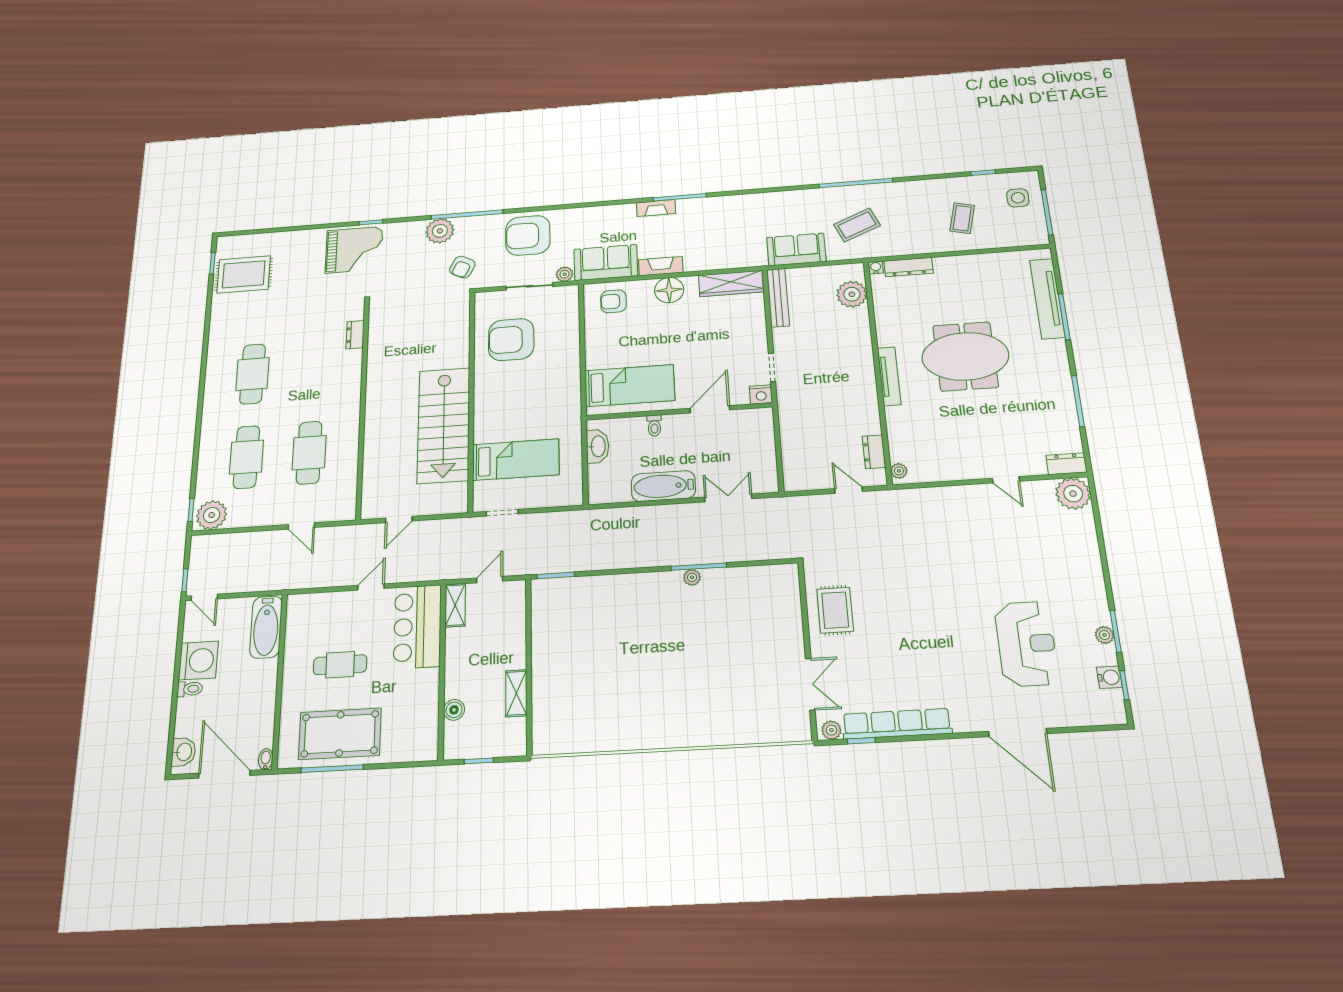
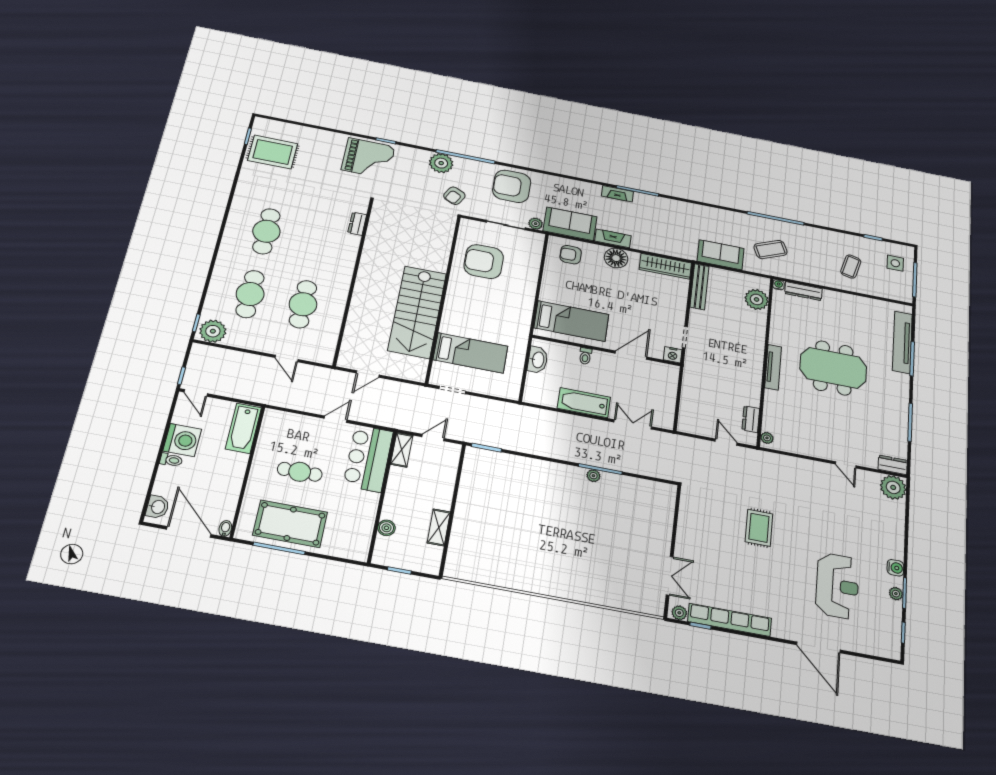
rug: (835, 610) -> (759, 528), moved
water cooler: (1109, 677) -> (895, 568), moved

